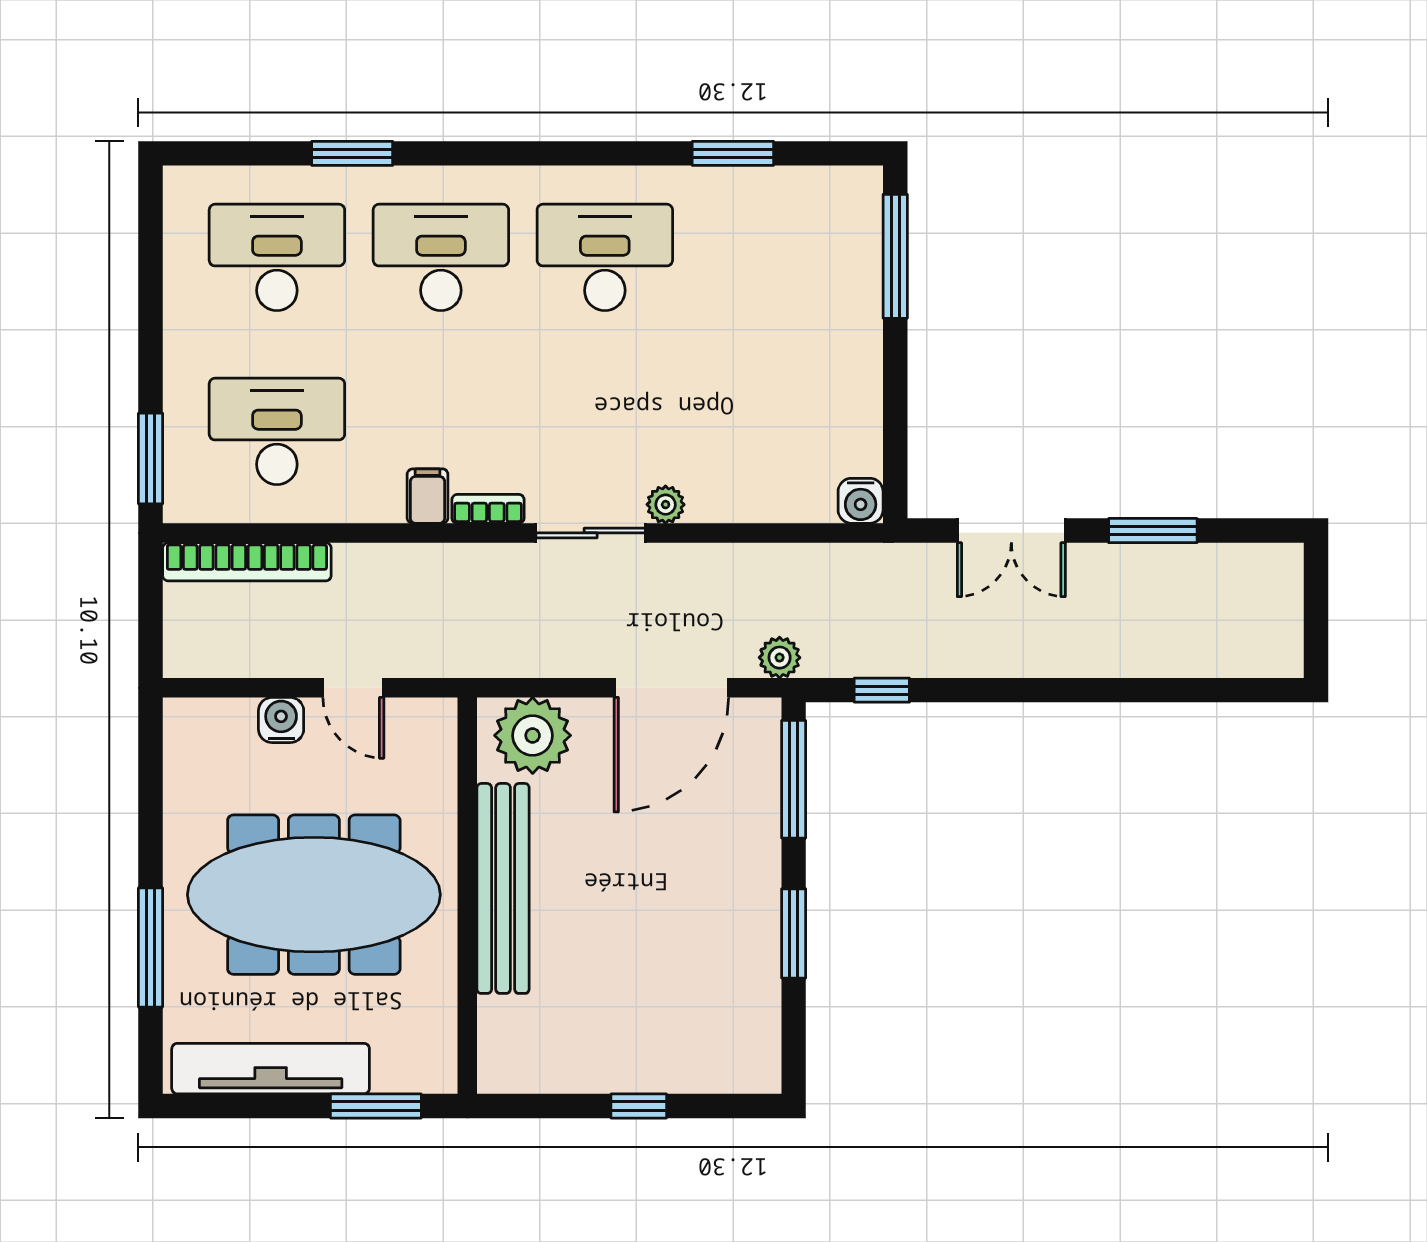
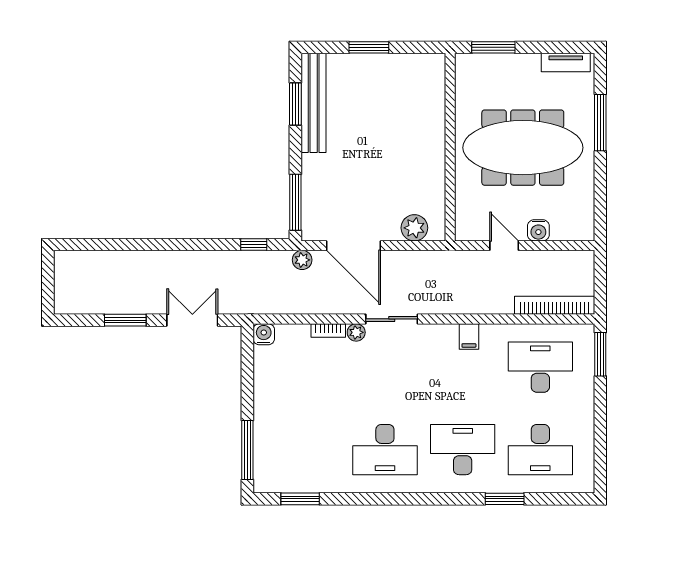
window: (733, 153) -> (300, 499), moved
desk: (441, 257) -> (463, 450), turned 180
desk: (277, 431) -> (540, 367), turned 180
bookcase: (488, 509) -> (328, 330), moved
door: (671, 688) -> (353, 246), swing flipped
plant: (533, 735) -> (414, 228), width x0.73, depth x0.73
bench: (503, 888) -> (314, 103), moved
window: (794, 933) -> (295, 104), moved
tv unit: (271, 1069) -> (566, 62), width x0.52, depth x0.78
window: (639, 1106) -> (369, 47), width x1.50

